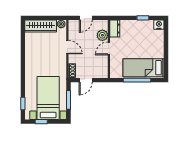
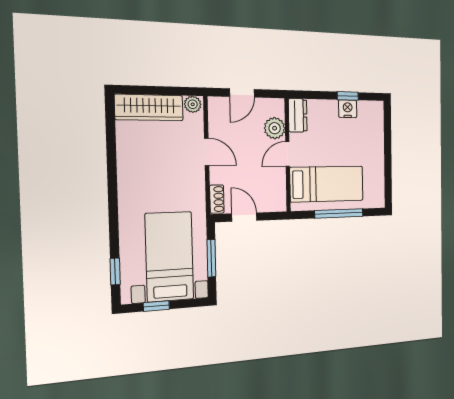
nightstand: (159, 25) -> (348, 109), moved
bed: (144, 68) -> (327, 184), moved, turned 180
door: (86, 80) -> (244, 217), swing flipped

